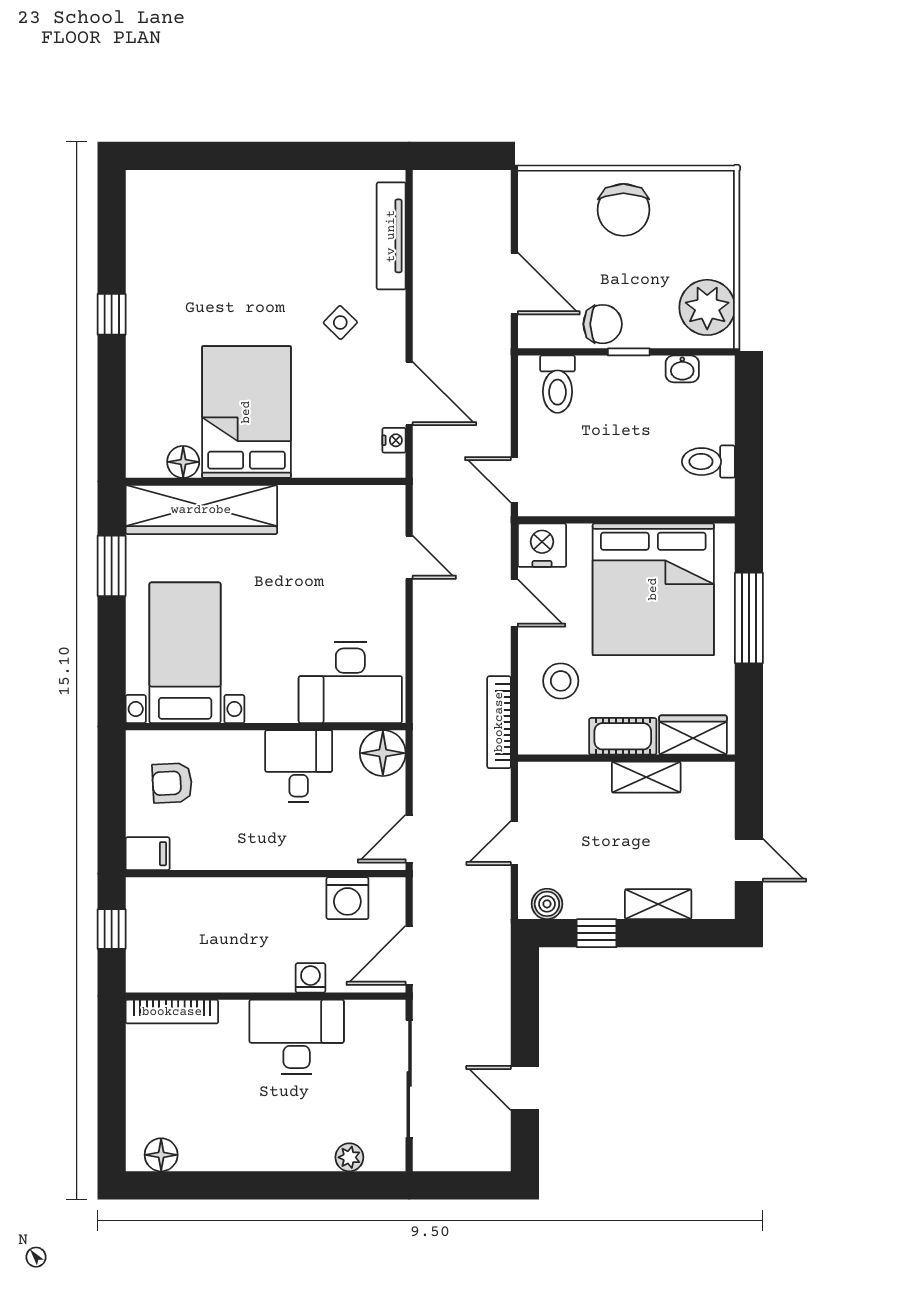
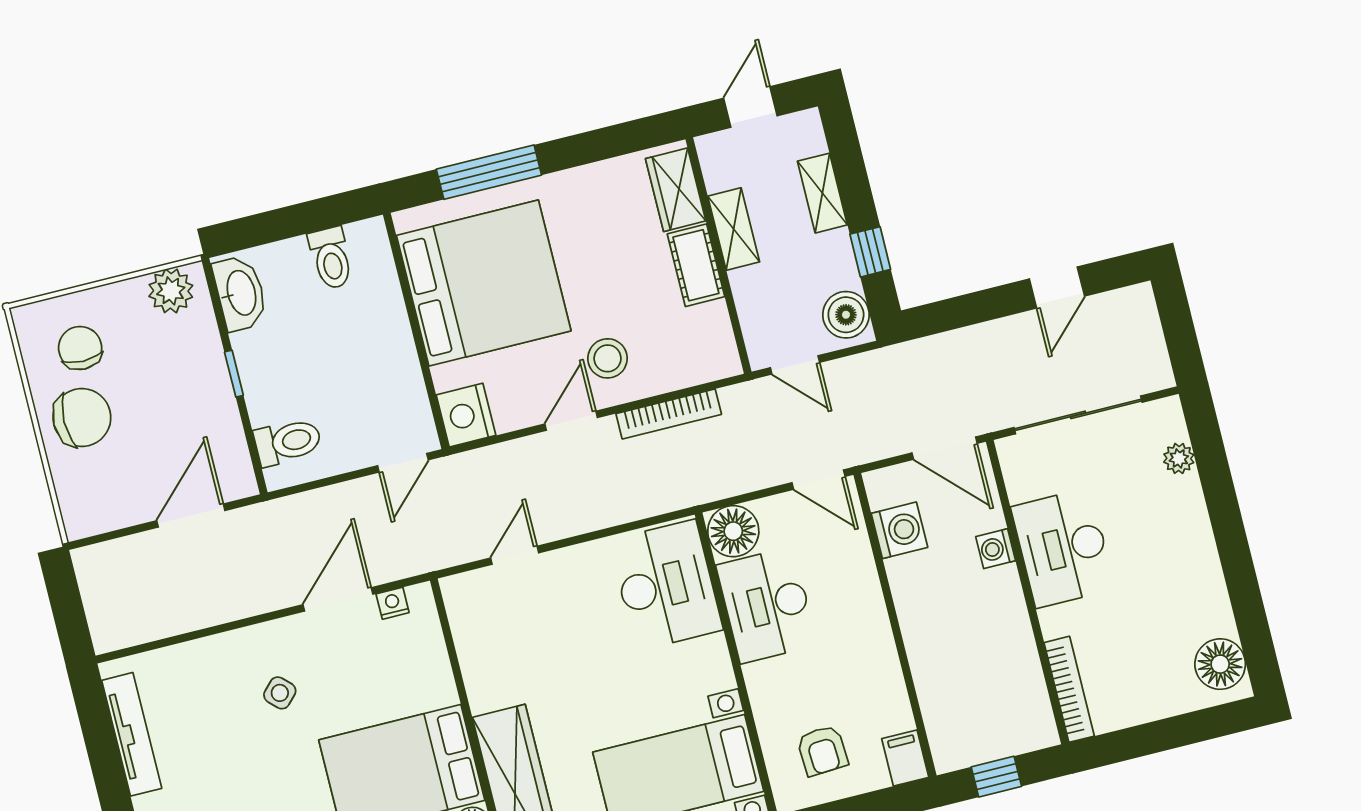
tv unit: (391, 236) -> (132, 734), moved, turned -90
plant: (707, 307) -> (171, 291), width x0.73, depth x0.73
chair: (603, 324) -> (80, 348), moved
washbasin: (682, 369) -> (240, 293), width x1.91, depth x1.45
door: (514, 603) -> (571, 421), moved
wardrobe: (693, 735) -> (676, 190), moved
cot: (623, 736) -> (696, 265), moved
wall: (626, 758) -> (719, 255), moved
desk: (299, 766) -> (767, 605), width x1.37
shelving: (646, 777) -> (734, 229), moved
boiler: (547, 904) -> (846, 315), width x1.36, depth x1.36
floor lamp: (161, 1155) -> (1220, 664), width x1.38, depth x1.38

